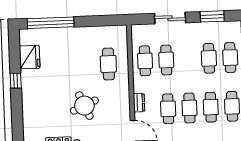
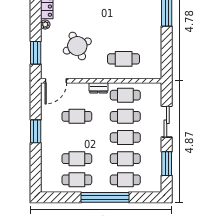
dresser: (139, 103) -> (98, 88), moved
round table: (84, 106) -> (77, 46), moved
cafe table: (189, 108) -> (125, 138), moved

